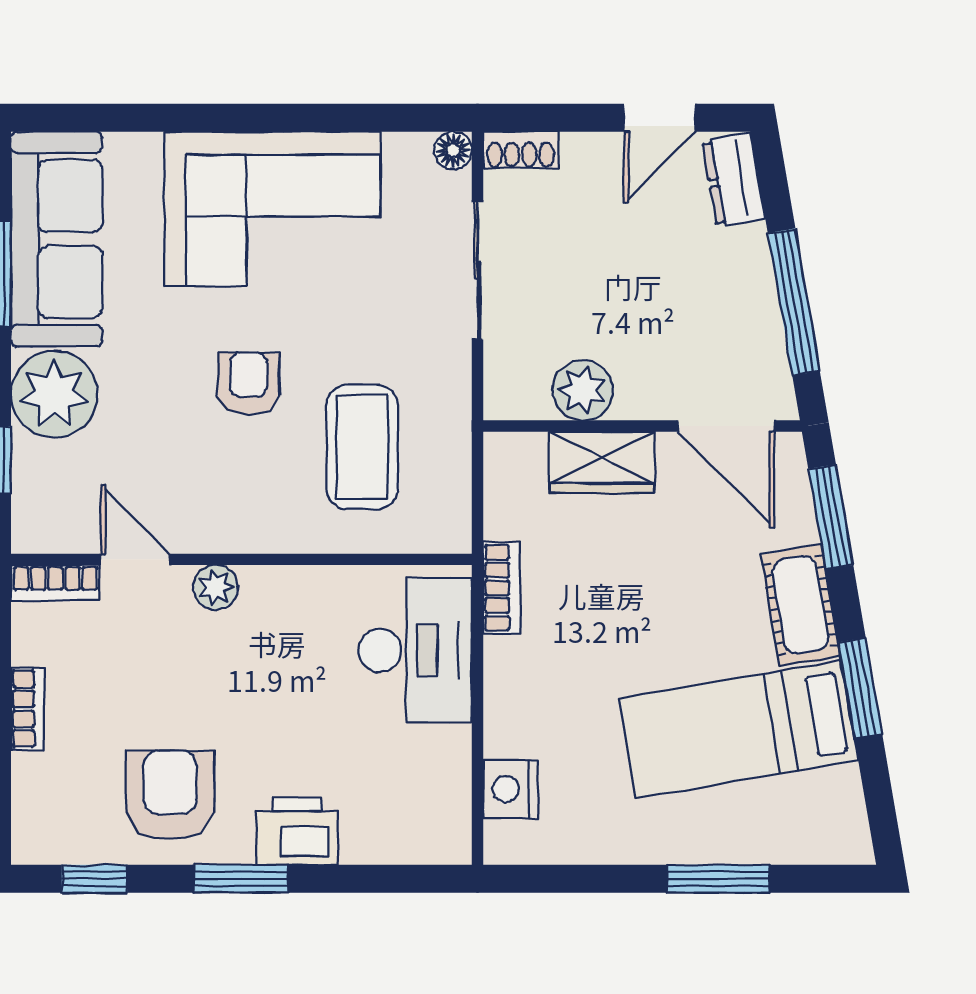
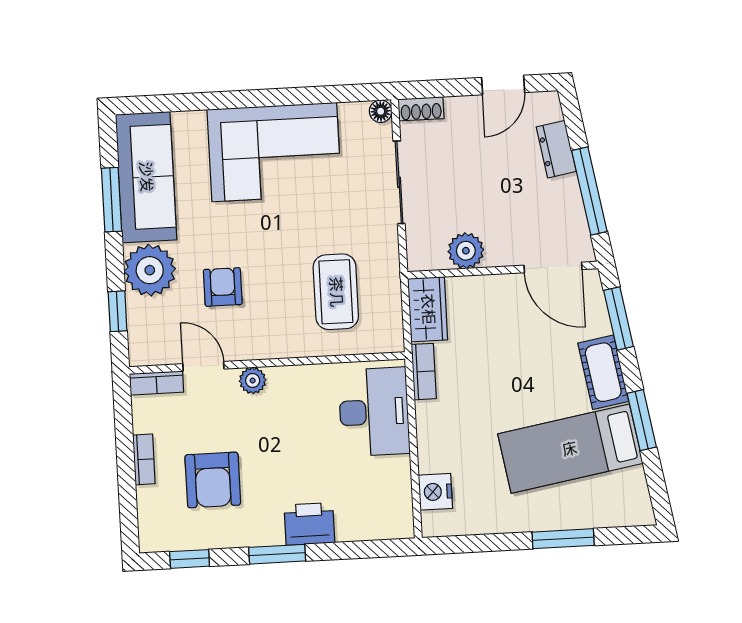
dresser: (734, 180) -> (556, 149), moved
armchair: (248, 383) -> (223, 287), moved
wardrobe: (602, 462) -> (428, 309), moved, turned -90
armchair: (170, 795) -> (213, 480), moved, turned 180

